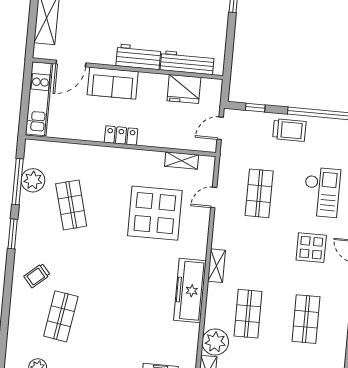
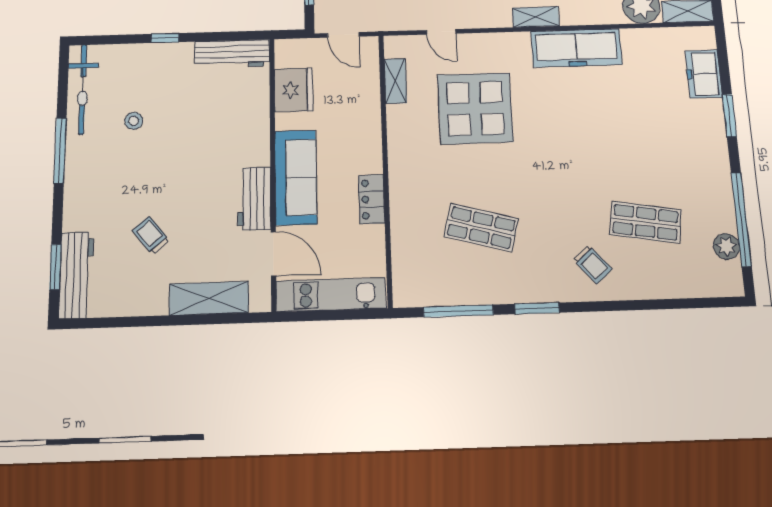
workbench: (138, 57) -> (254, 199), moved
workbench: (187, 63) -> (232, 54), moved, turned -90
sofa: (113, 83) -> (296, 177), width x1.36
locker: (121, 136) -> (372, 199), moved
plant: (33, 180) -> (453, 288), removed
shop shelf: (71, 205) -> (481, 228), turned 30

